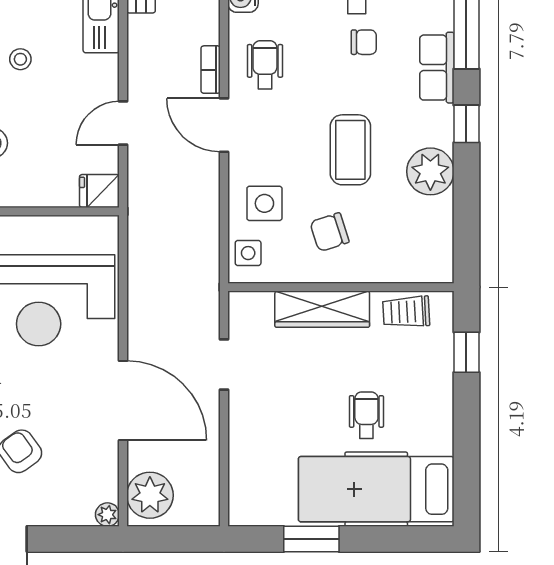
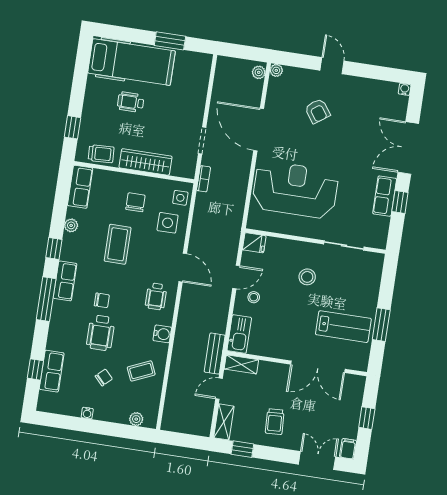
chair: (364, 42) -> (102, 300), turned 180
stool: (20, 59) -> (254, 297), moved
bookcase: (211, 70) -> (204, 179), moved
plant: (430, 171) -> (71, 225), width x0.53, depth x0.53
chair: (329, 232) -> (135, 202), turned -72
row of seats: (436, 245) -> (80, 187), added
wheelchair: (366, 415) -> (131, 102), turned 90
plant: (150, 495) -> (259, 72), width x0.53, depth x0.53

